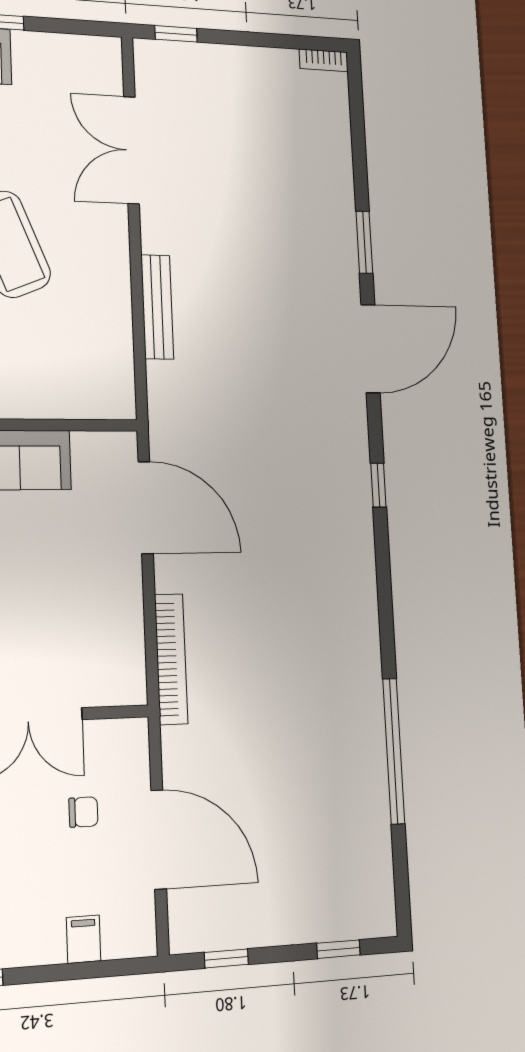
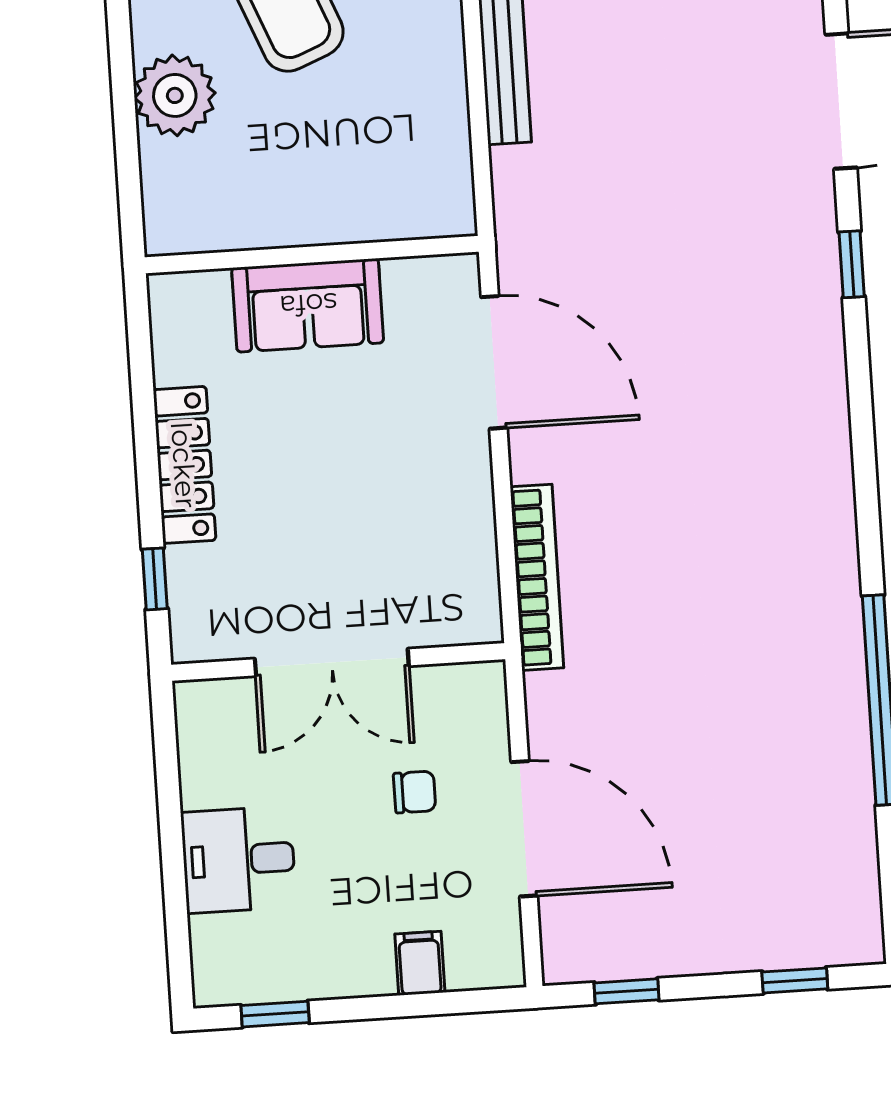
window: (378, 485) -> (852, 264), moved

